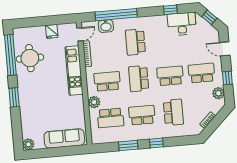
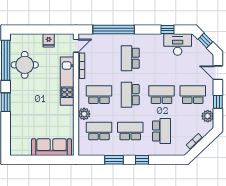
washbasin: (106, 26) -> (102, 40), removed
school desk: (111, 118) -> (99, 131), turned 180
plant: (28, 144) -> (16, 150), removed

